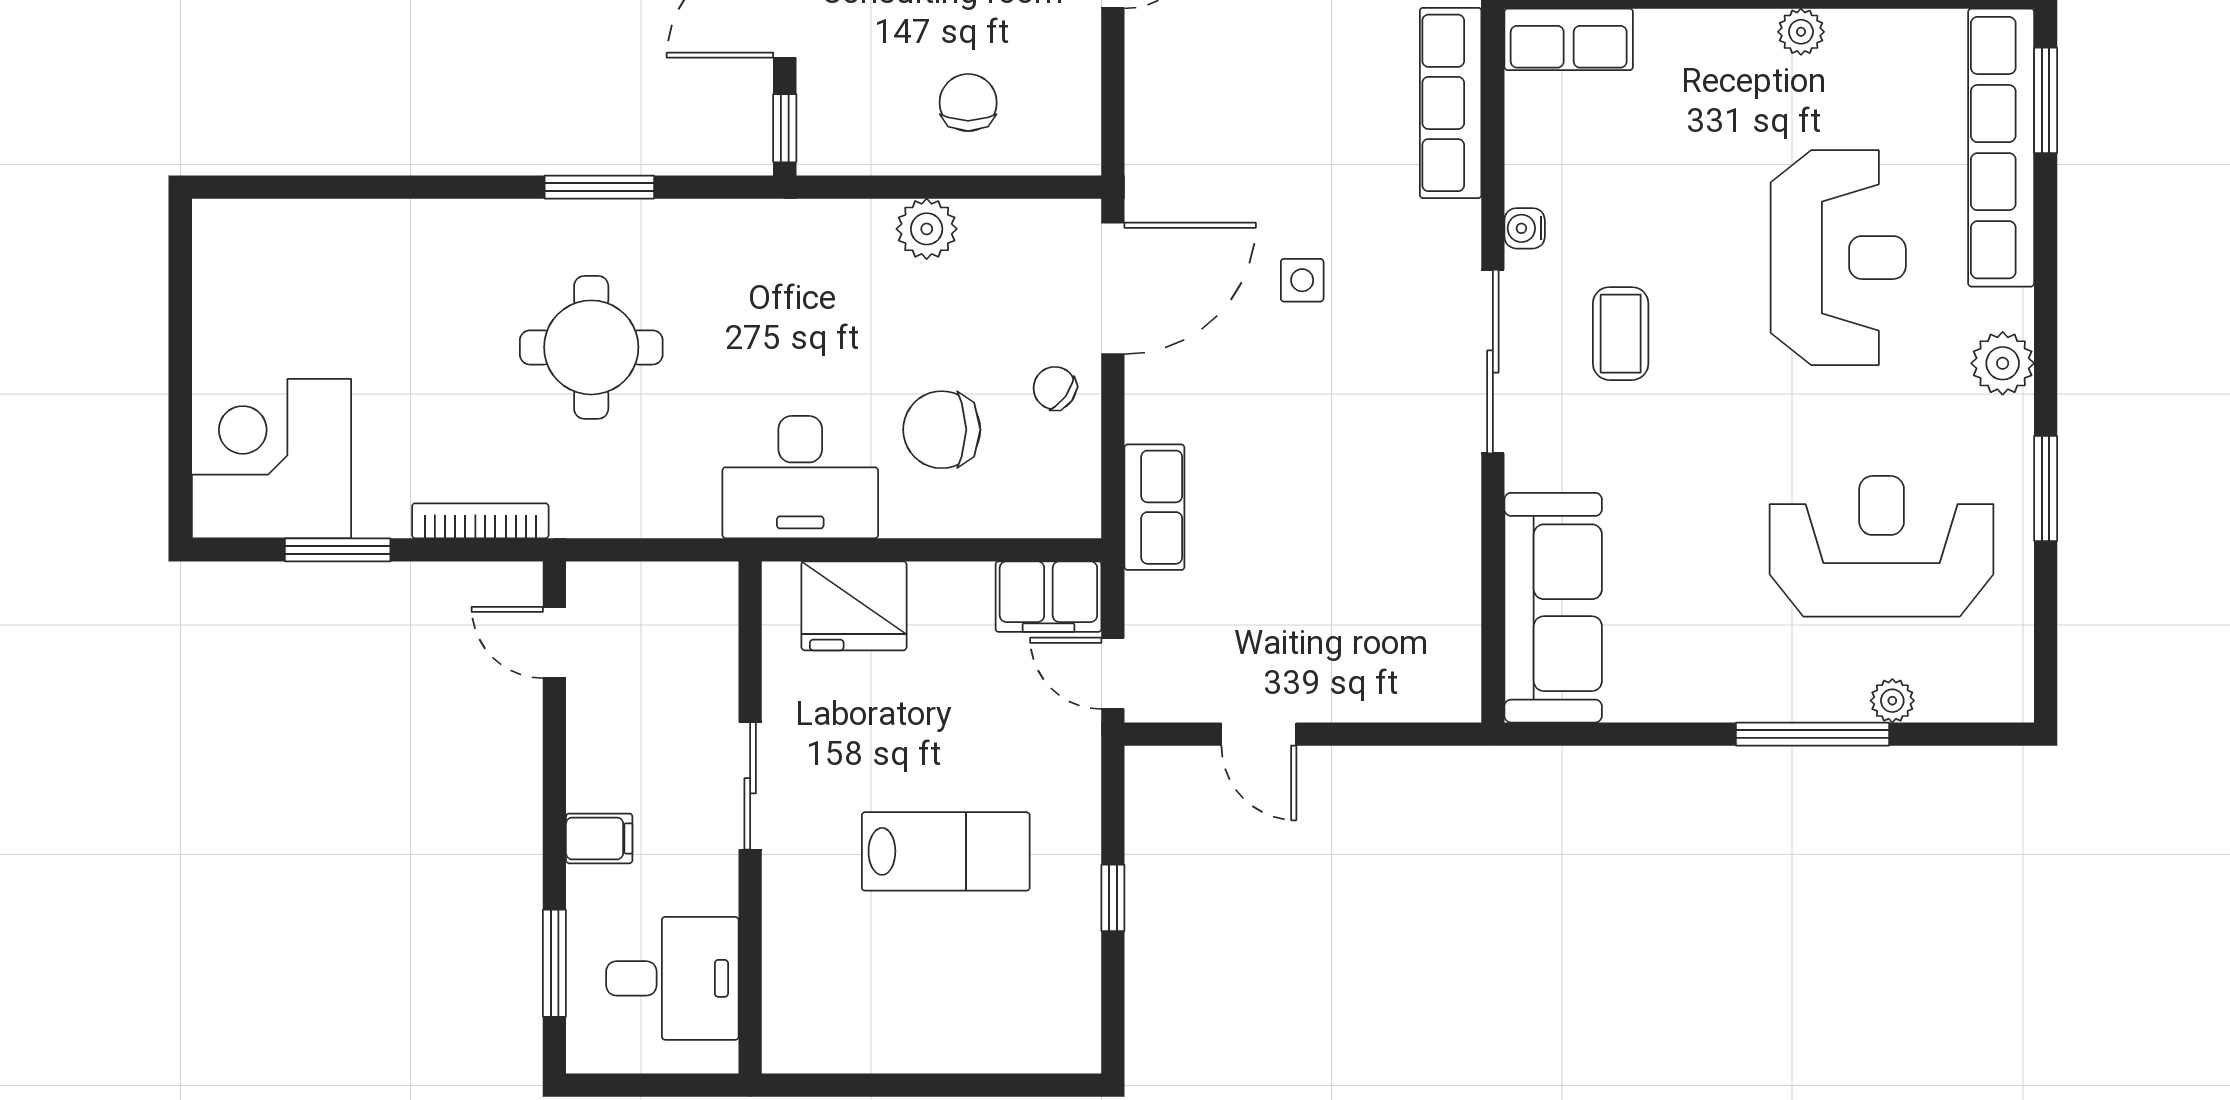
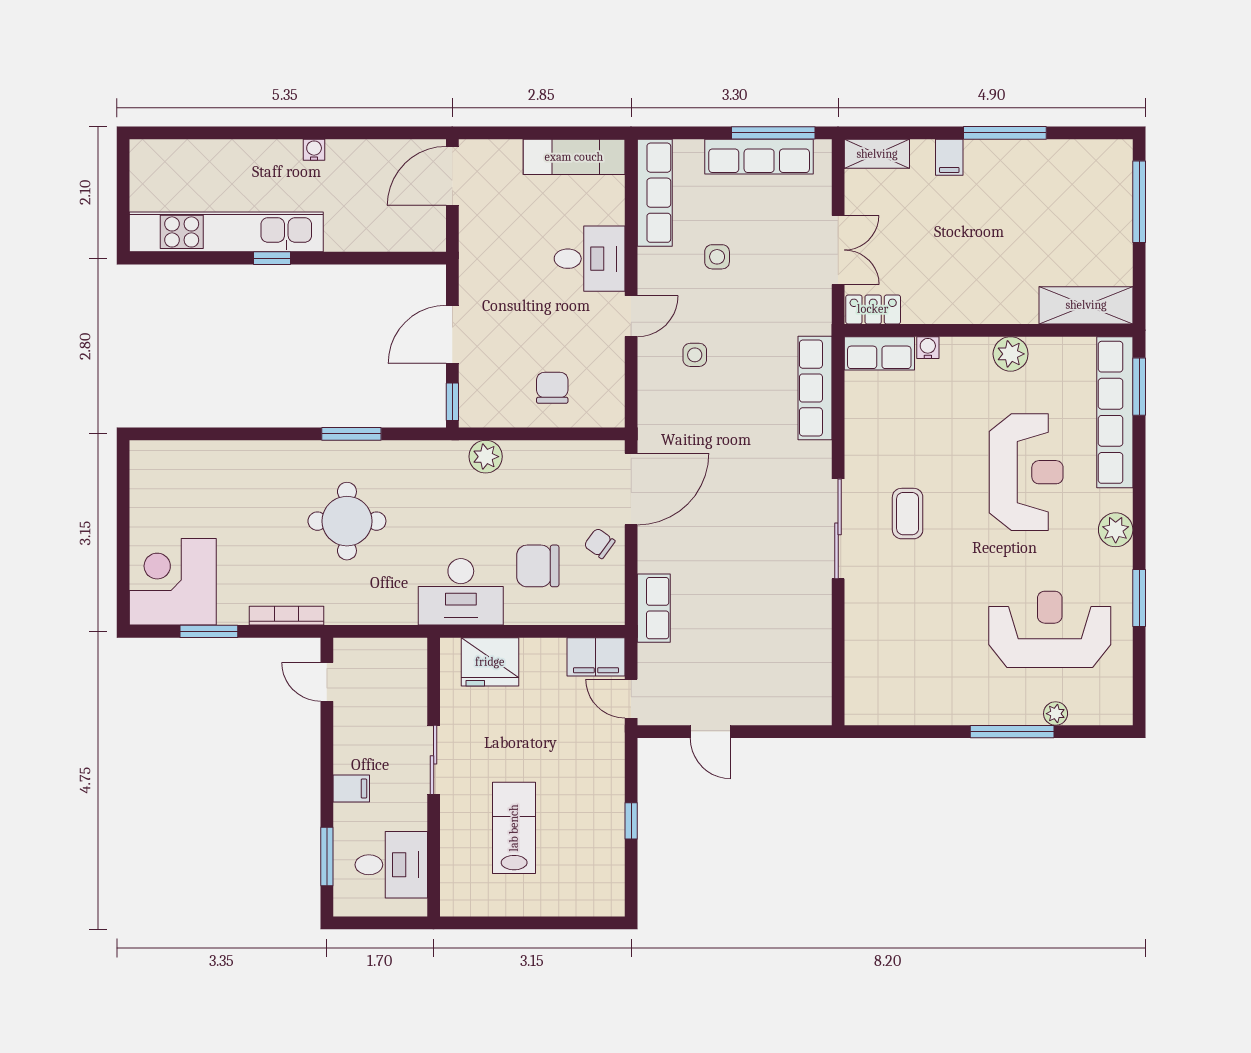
plant: (1801, 32) -> (1011, 354), width x1.38, depth x1.38
water cooler: (1525, 228) -> (928, 348), moved, turned 90
plant: (927, 229) -> (486, 457), moved
side table: (1302, 280) -> (695, 355), moved
sofa: (1553, 608) -> (871, 663), removed
lab bench: (946, 851) -> (514, 828), moved, turned -90

